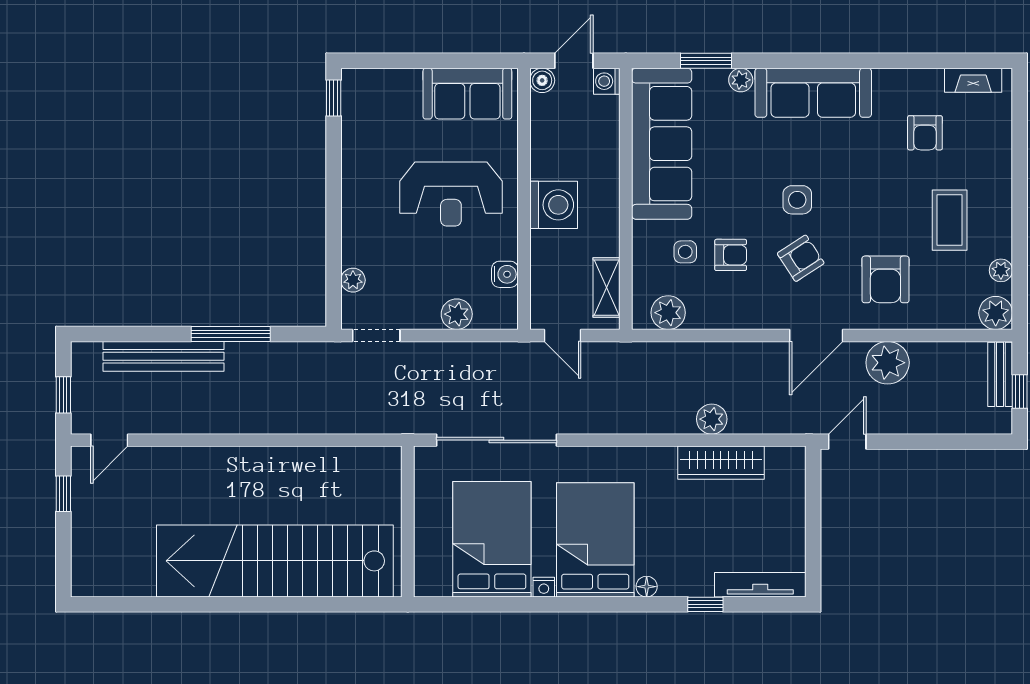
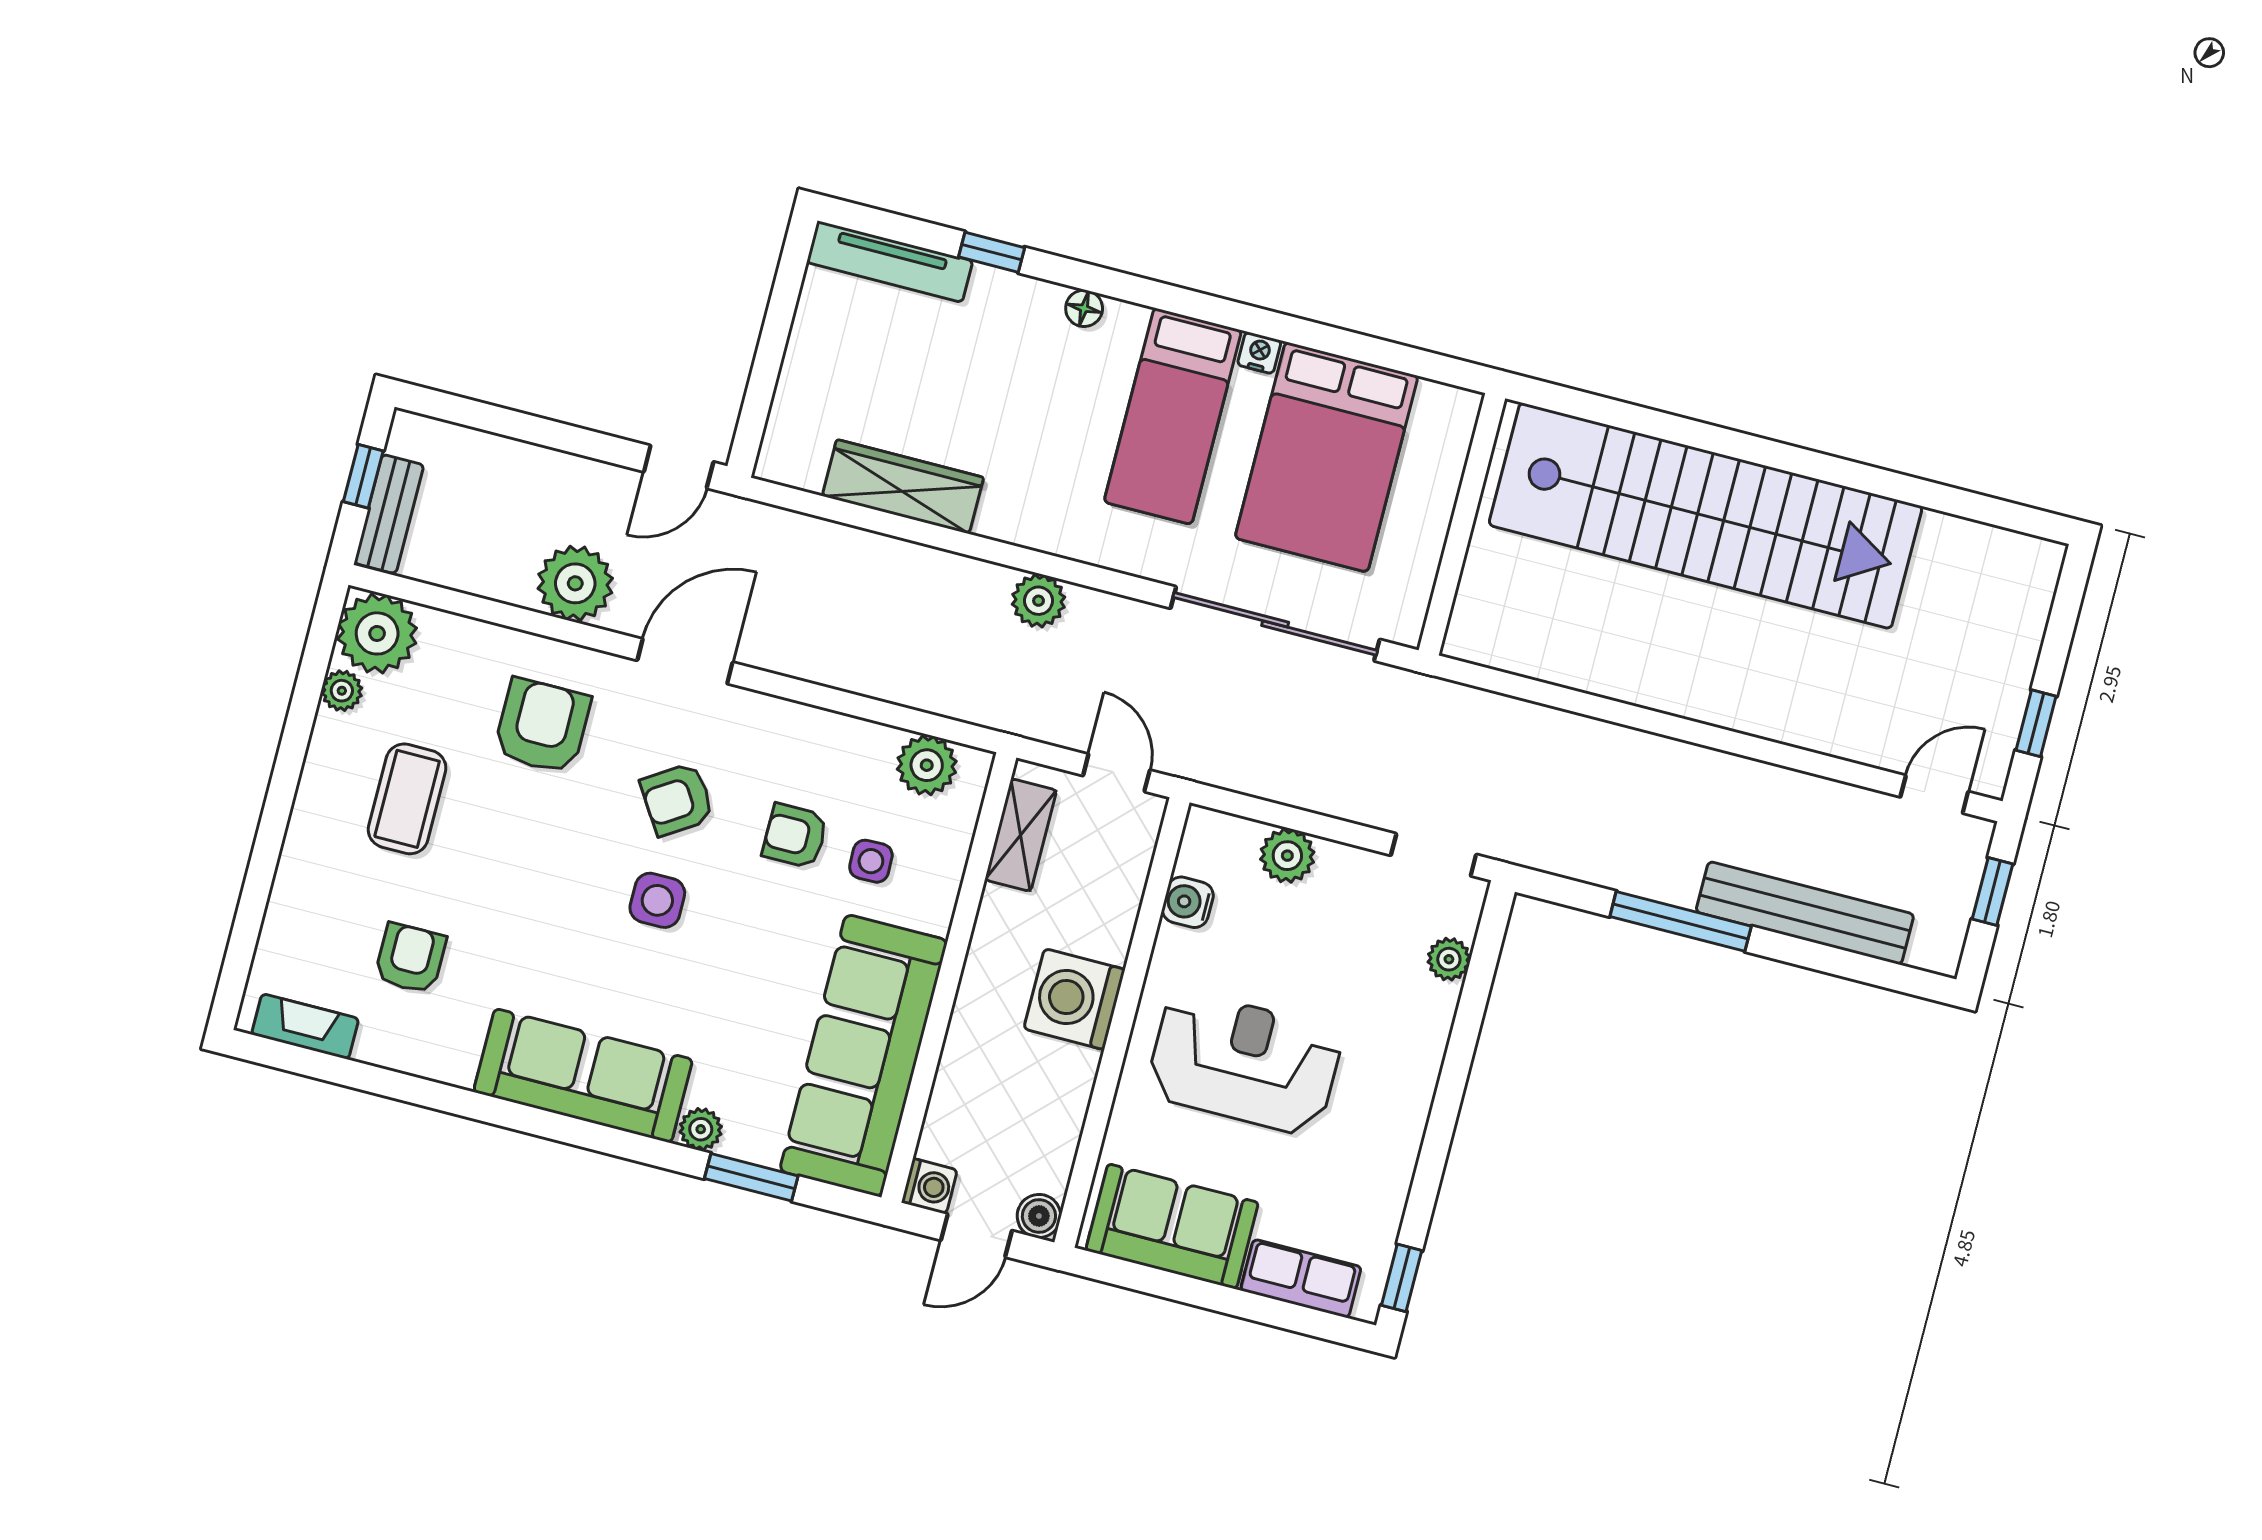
row of seats: (389, 83) -> (1301, 1279), added
plant: (996, 313) -> (377, 633), width x1.36, depth x1.36
plant: (712, 419) -> (1038, 601), moved
bed: (595, 540) -> (1173, 416), width x0.67

